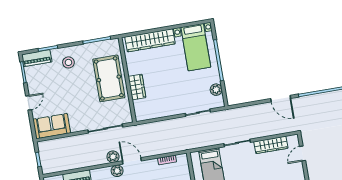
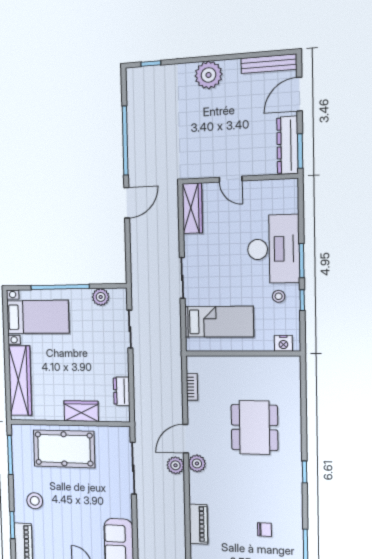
dresser: (156, 113) -> (122, 391), added
wardrobe: (271, 145) -> (192, 208), moved
door: (302, 153) -> (231, 179), moved

